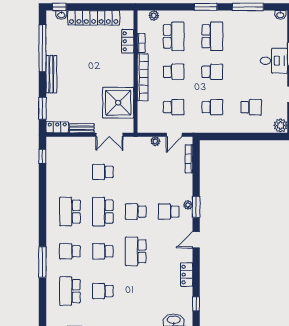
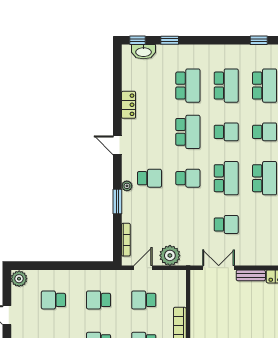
shower: (118, 103) -> (208, 305), removed
plant: (155, 141) -> (170, 255), width x1.87, depth x1.87
window: (196, 207) -> (117, 202), moved
door: (196, 240) -> (117, 145), swing flipped
school desk: (103, 291) -> (226, 86), width x1.85
school desk: (136, 291) -> (188, 86), added
window: (196, 304) -> (117, 71), removed

